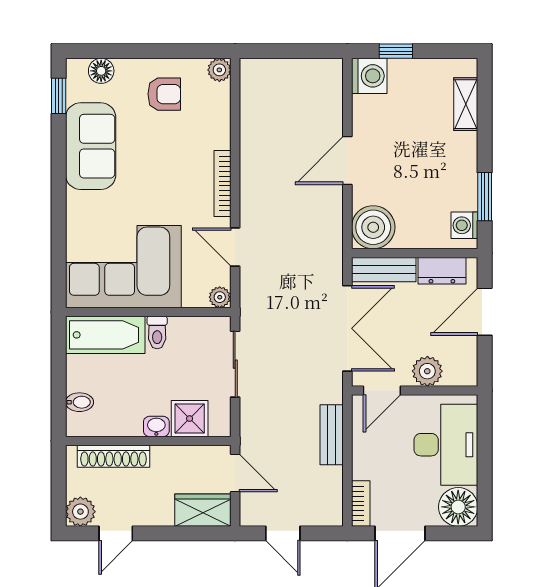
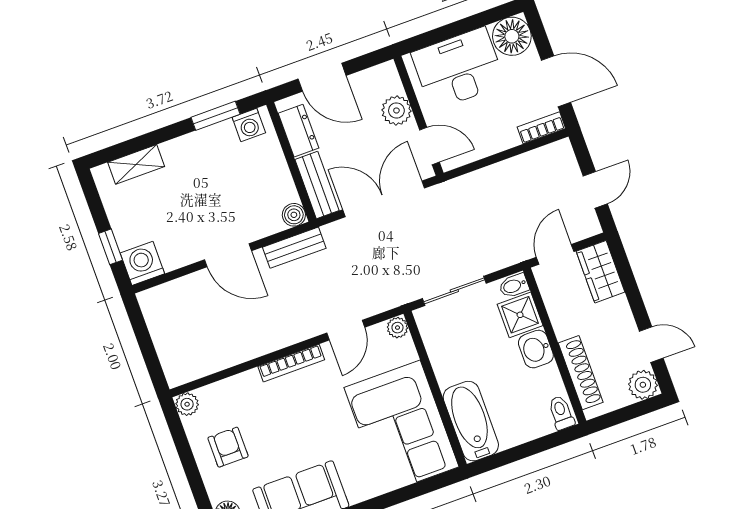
boiler: (373, 227) -> (294, 215), width x0.54, depth x0.54
toilet: (157, 333) -> (561, 413), moved, turned -90
bidet: (80, 402) -> (514, 286), moved, turned -90
washbasin: (156, 426) -> (536, 349), width x1.38, depth x1.45
bench: (332, 435) -> (294, 248), moved

